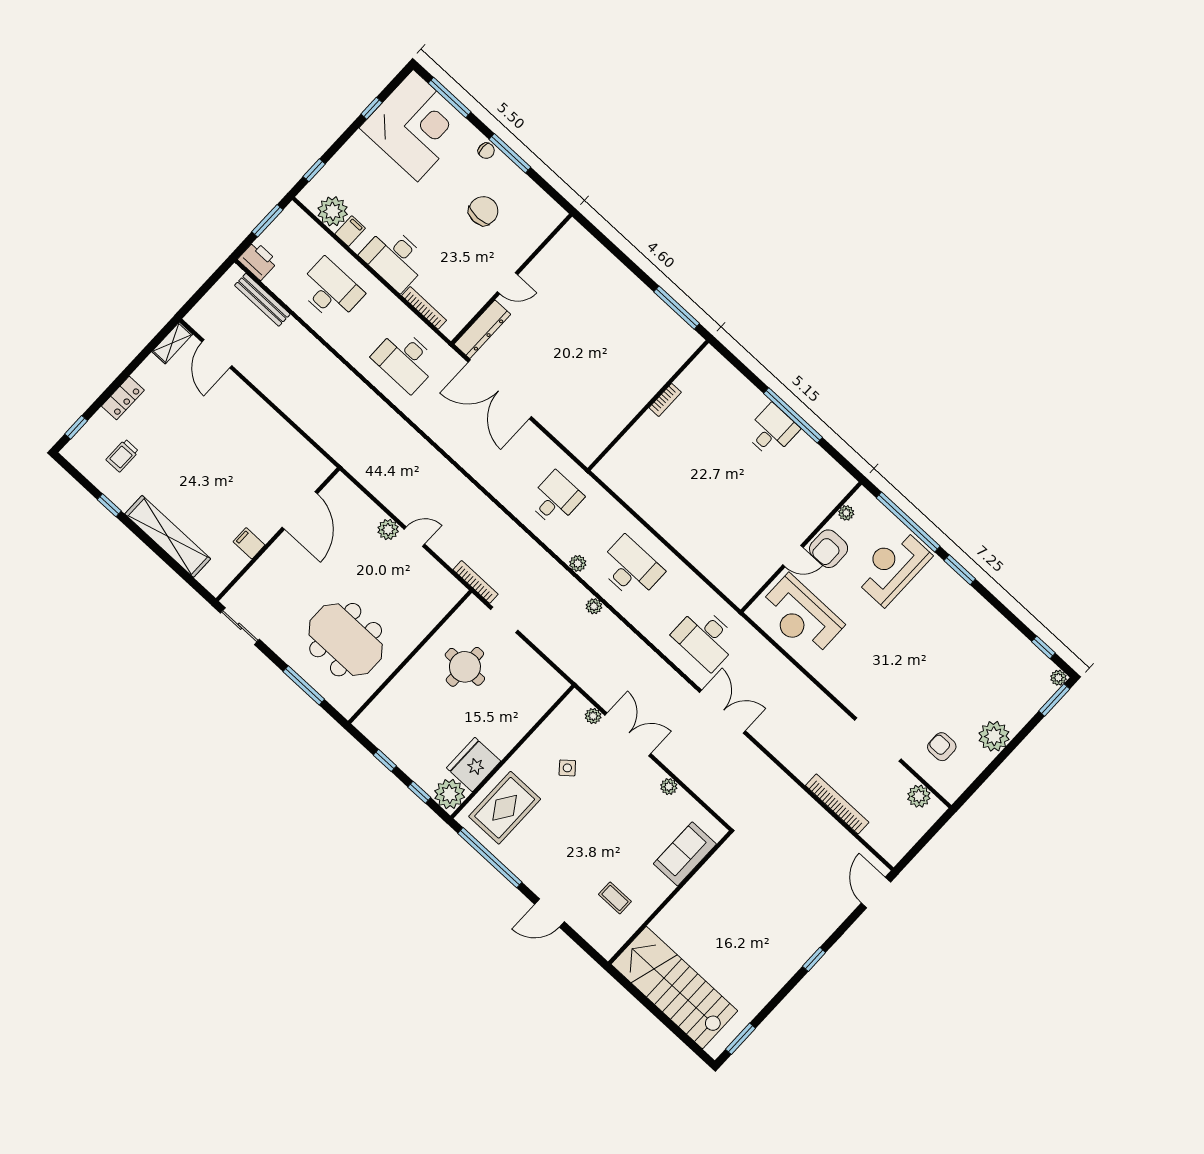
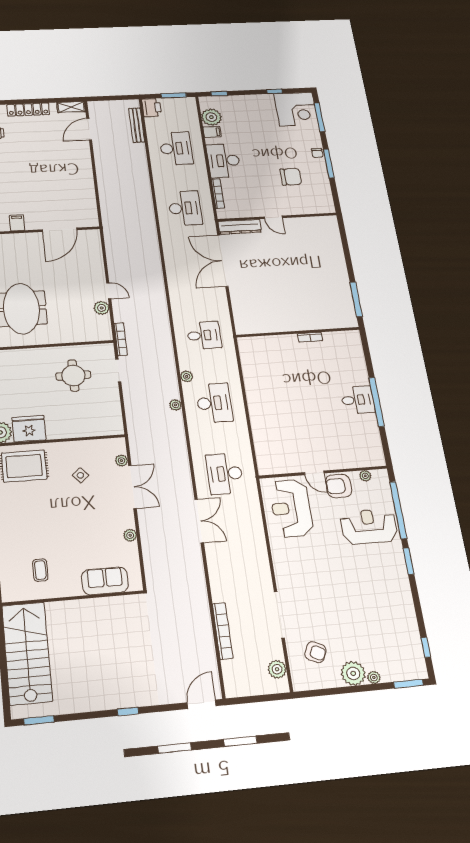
corner desk: (415, 126) -> (296, 109), width x0.74, depth x0.74
desk: (405, 360) -> (185, 208), turned 180
locker: (123, 398) -> (28, 110), width x1.53
plant: (388, 530) -> (102, 308), moved
plant: (1058, 678) -> (374, 677), moved
armchair: (942, 747) -> (315, 652), turned 115

